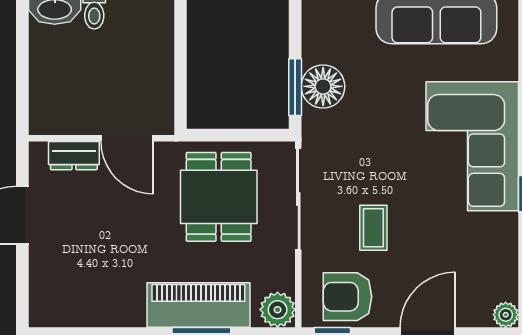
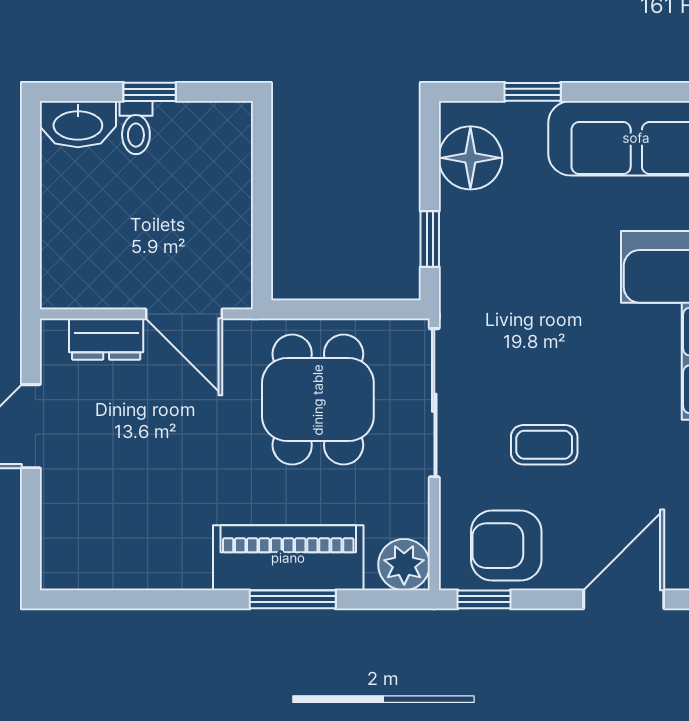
floor lamp: (323, 86) -> (470, 158), moved
window: (295, 87) -> (430, 239), width x0.67
coffee table: (373, 228) -> (544, 445), turned 90

